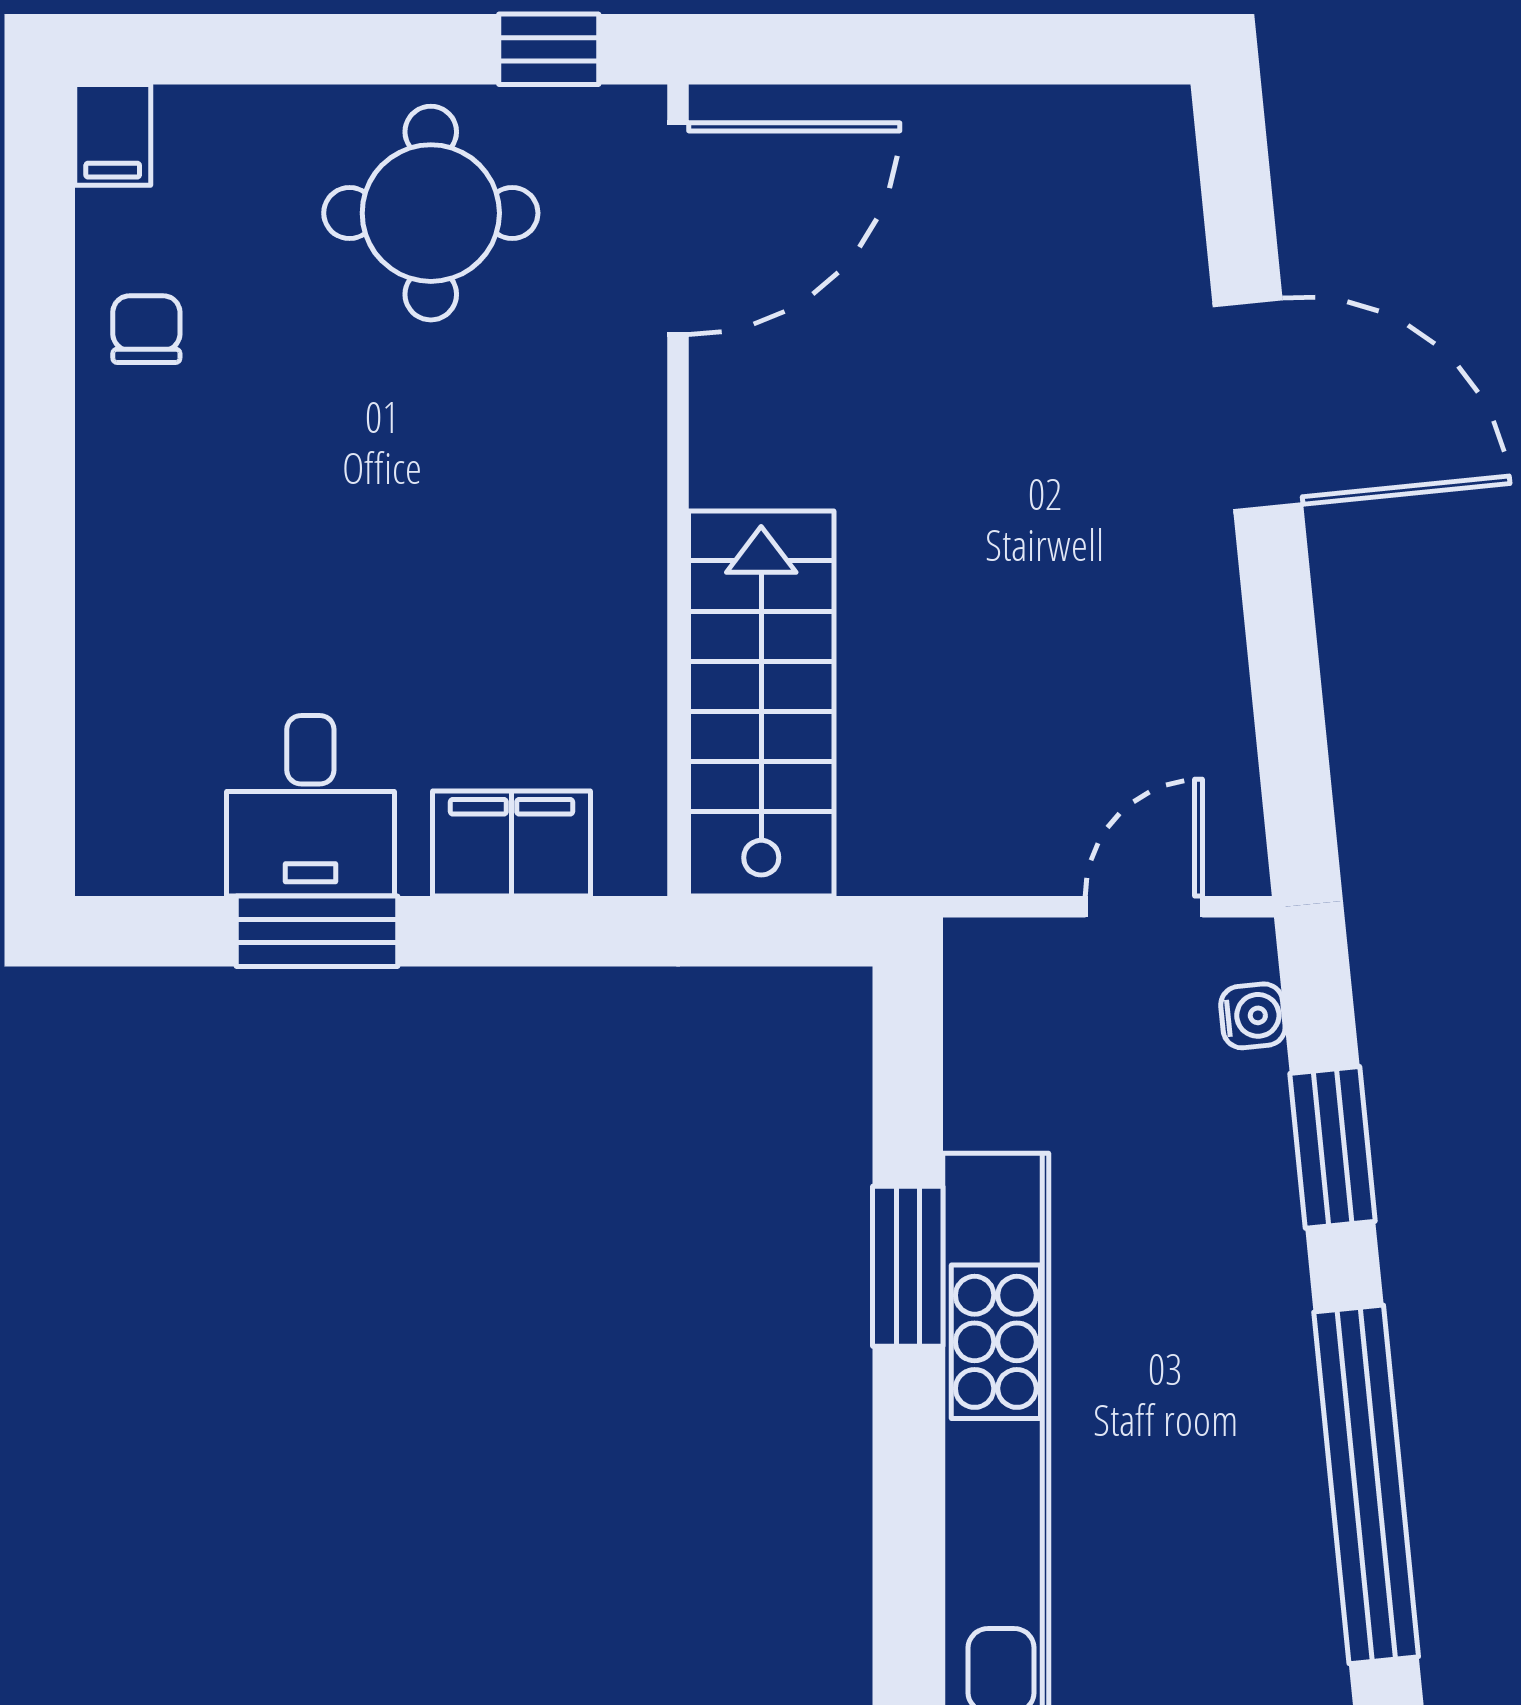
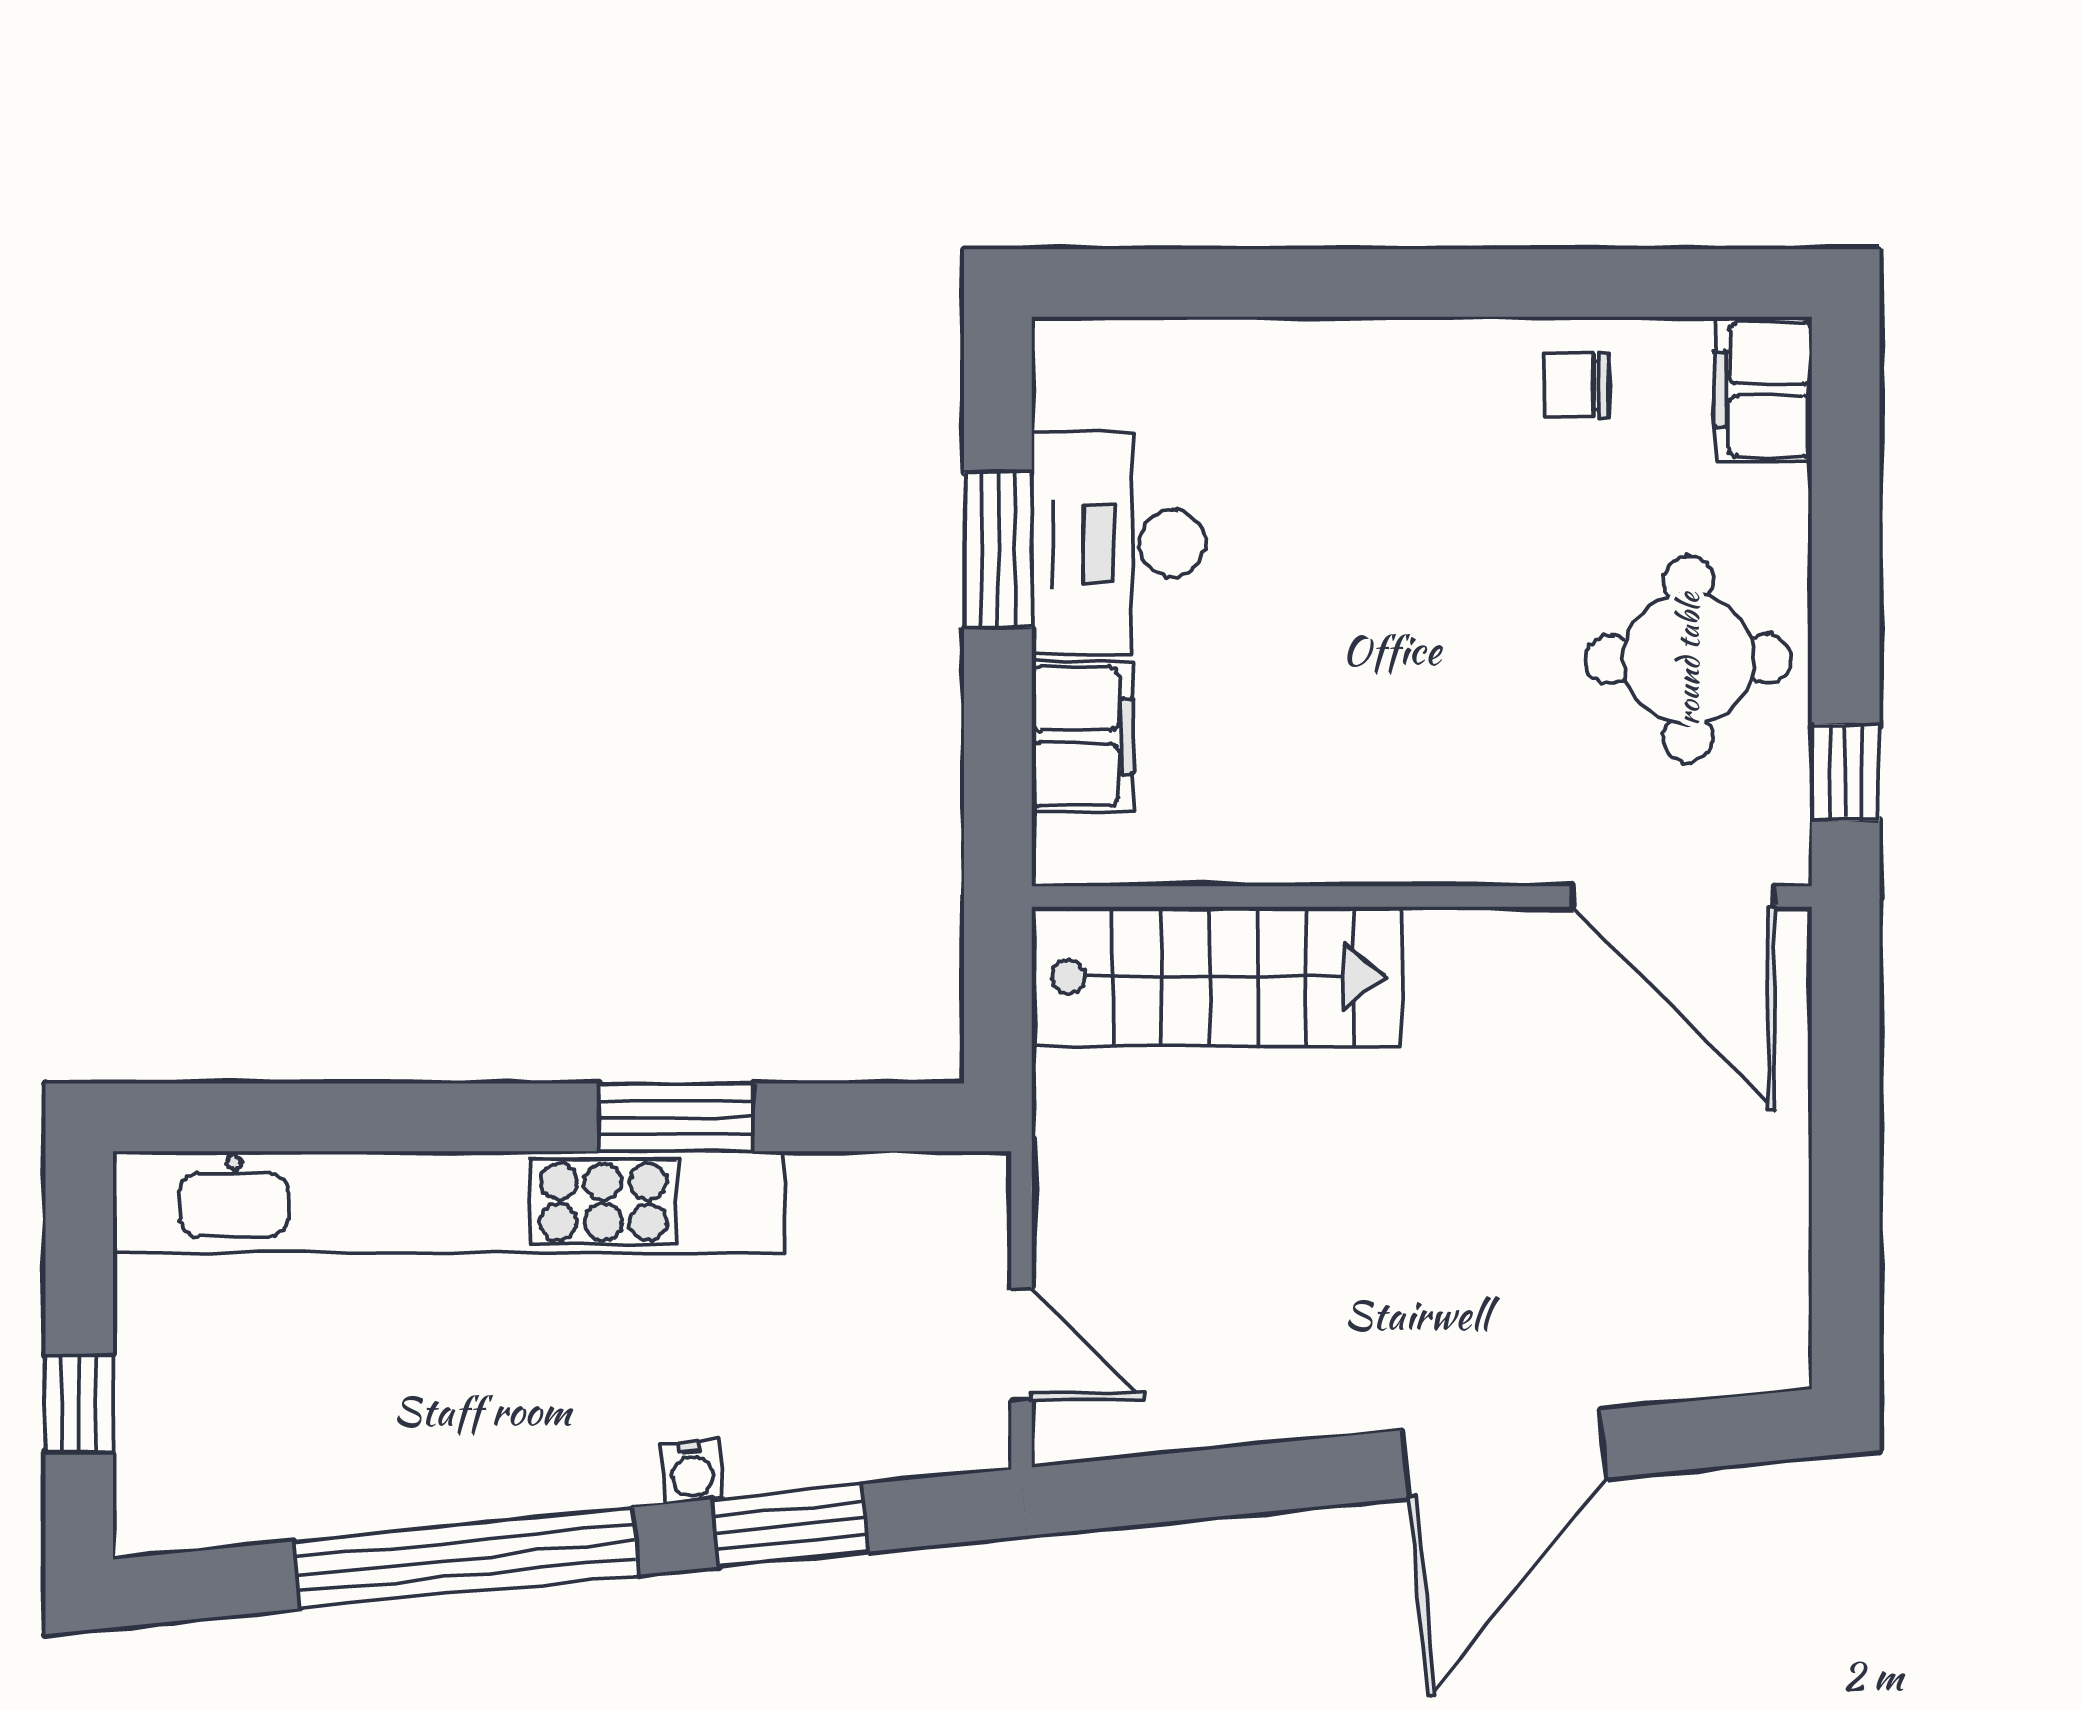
filing cabinet: (113, 135) -> (1763, 390), width x2.00
chair: (146, 329) -> (1577, 386), turned 180
desk: (310, 806) -> (1118, 543), width x1.37
water cooler: (1253, 1016) -> (692, 1472), moved

